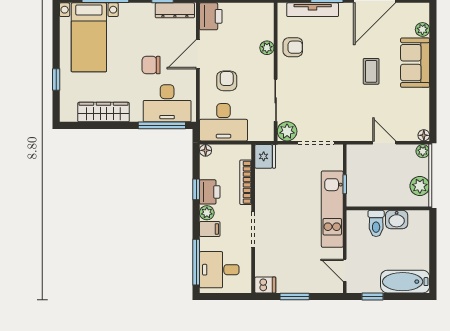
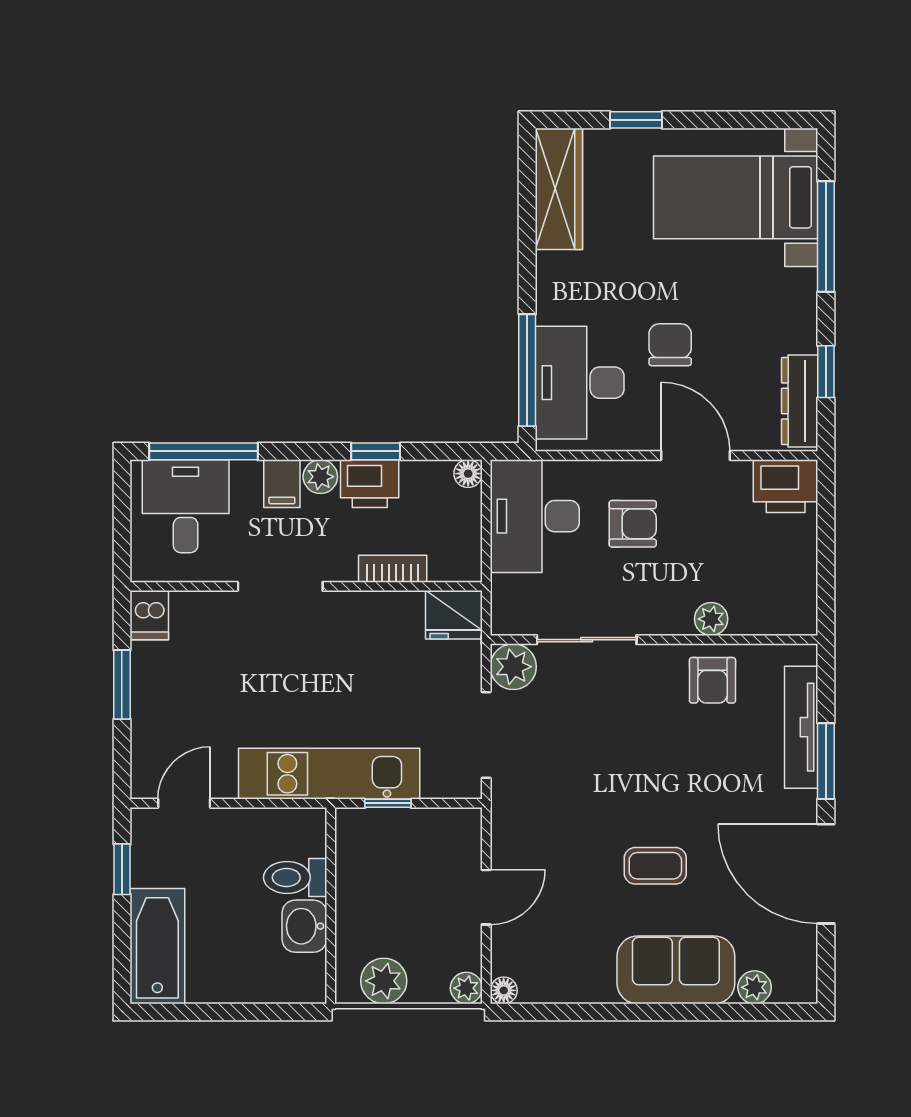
wardrobe: (104, 112) -> (559, 189), moved
bookcase: (246, 182) -> (393, 569), width x0.64

